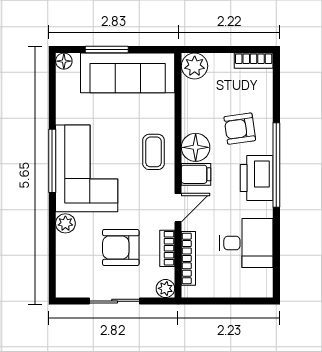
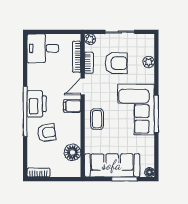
plant: (195, 66) -> (73, 169), removed
floor lamp: (196, 147) -> (72, 152), moved
plant: (65, 223) -> (149, 62), moved
desk: (246, 243) -> (43, 48), moved

